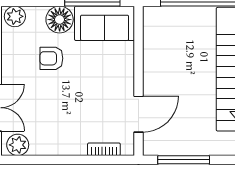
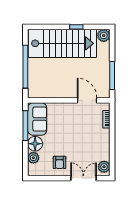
plant: (15, 16) -> (33, 158), moved
armchair: (51, 58) -> (60, 162), moved

